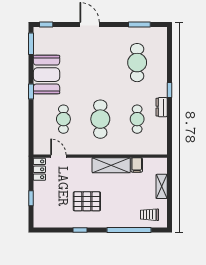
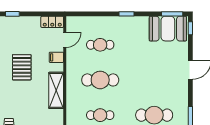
booth: (46, 75) -> (168, 29), moved
filing cabinet: (137, 165) -> (56, 57), moved
window: (31, 198) -> (12, 14), moved

